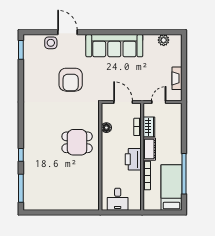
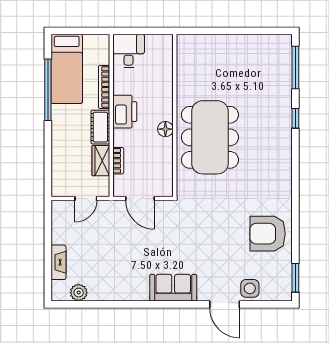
sofa: (114, 46) -> (173, 288), width x0.54, depth x0.79
fireplace: (177, 78) -> (58, 262), moved
armchair: (71, 80) -> (268, 234), moved, turned -90
floor lamp: (106, 128) -> (165, 129), moved
dining table: (77, 142) -> (210, 137), width x1.88, depth x1.24
desk: (118, 199) -> (129, 51), moved

